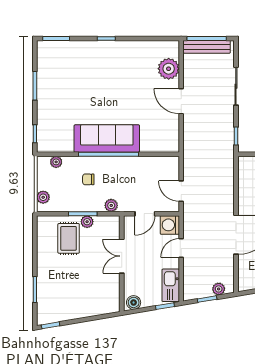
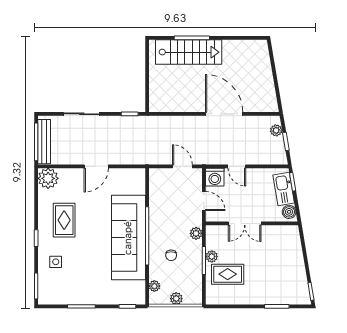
side table: (81, 59) -> (56, 262), added
rug: (125, 68) -> (64, 220), added
plant: (169, 69) -> (48, 178), moved
sofa: (107, 139) -> (128, 238), width x1.36, depth x1.27
door: (181, 191) -> (182, 166), swing flipped
plant: (43, 197) -> (176, 299), moved
kitchen sink: (171, 285) -> (284, 189), moved, turned 80

